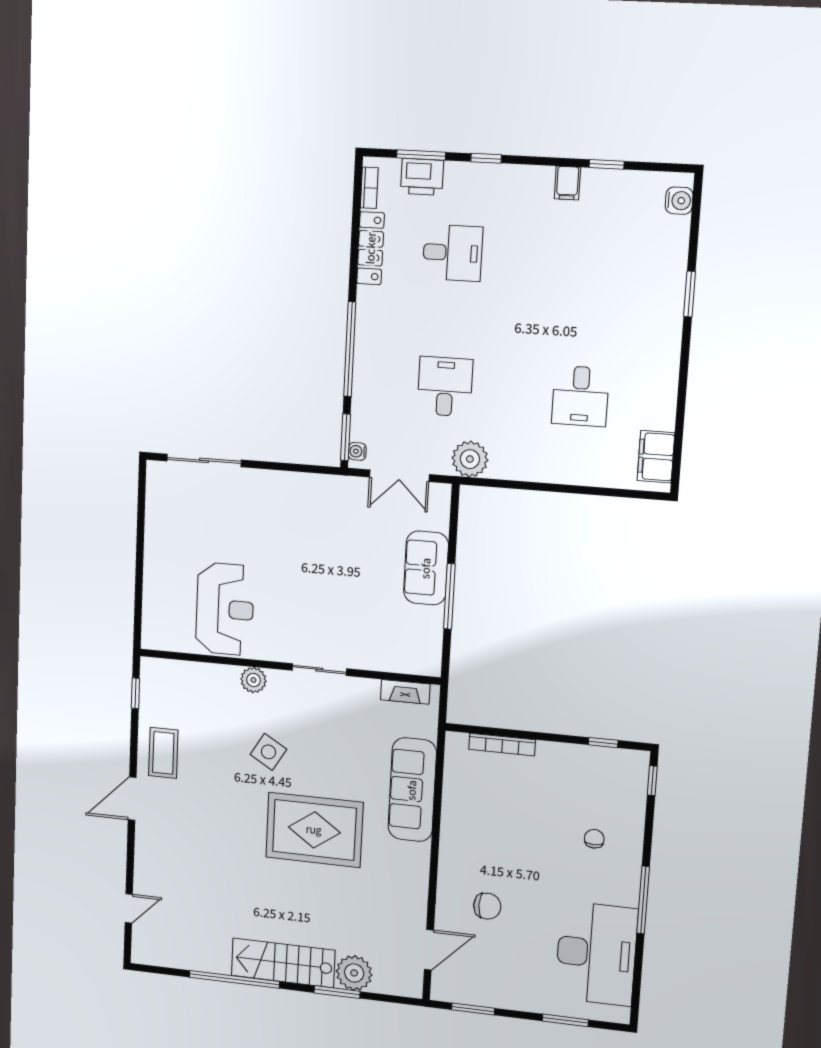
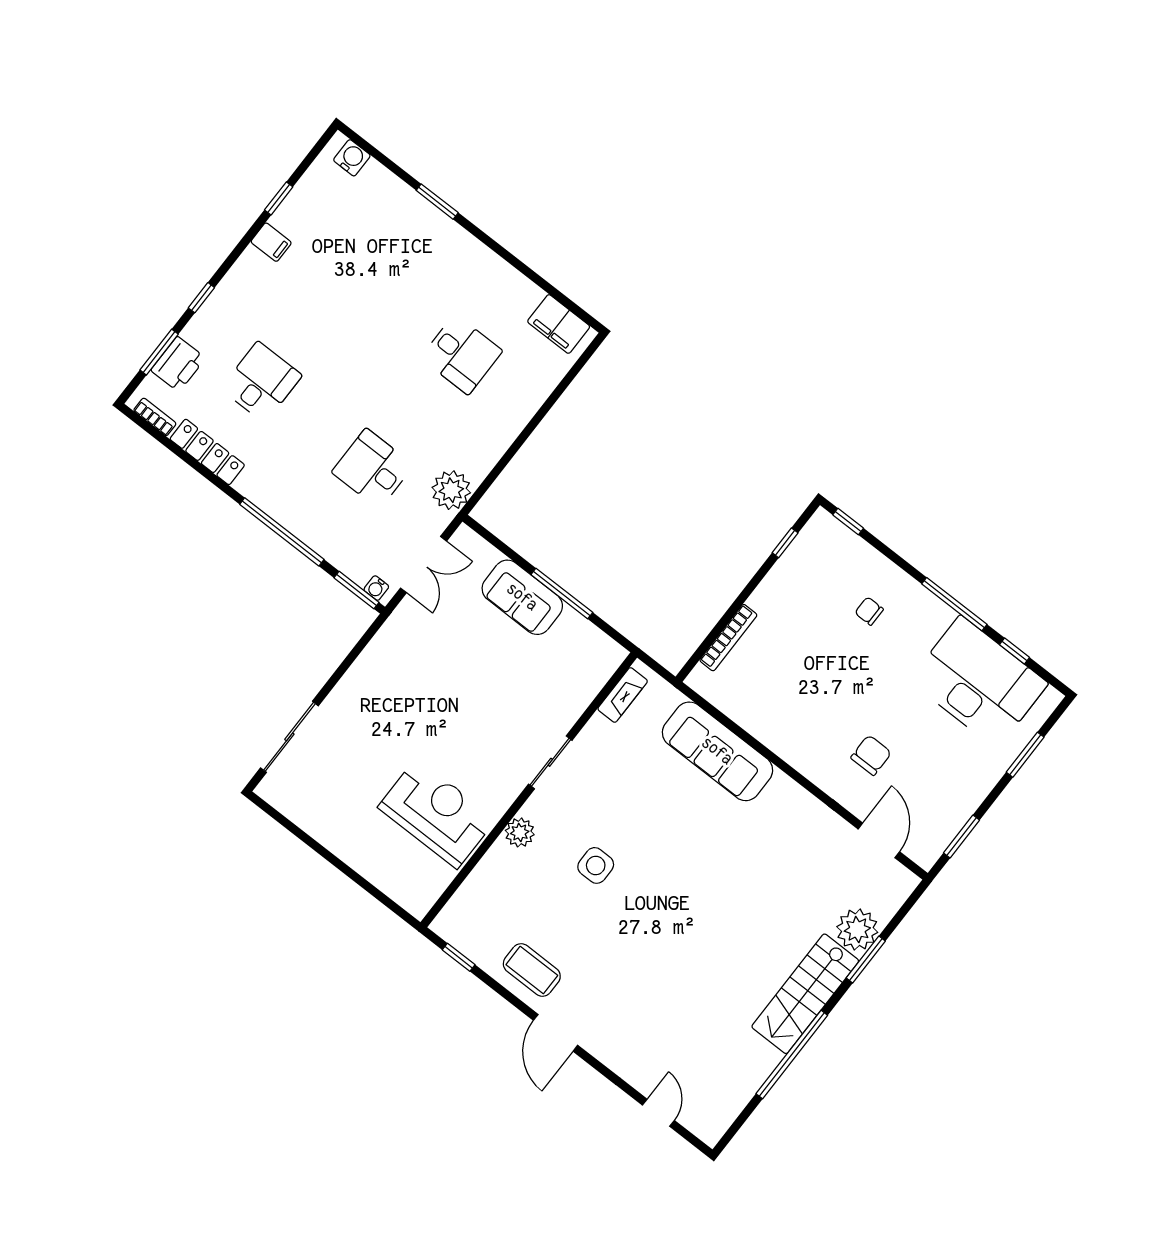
side table: (268, 752) -> (596, 865), turned -31
rug: (314, 830) -> (697, 873), removed
window: (638, 967) -> (1014, 651), added

